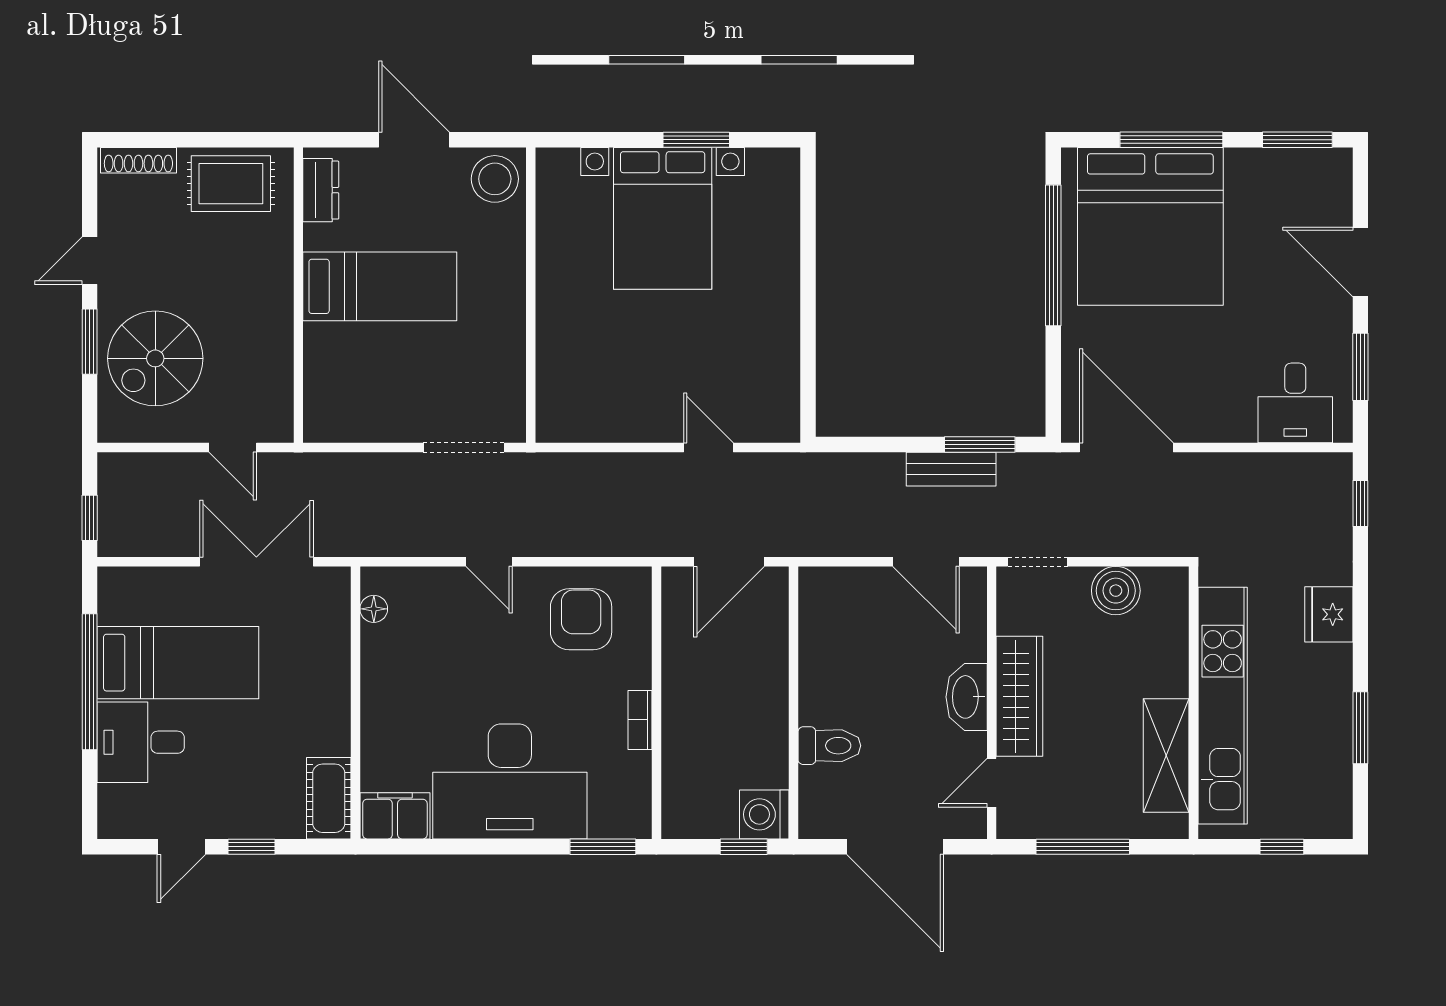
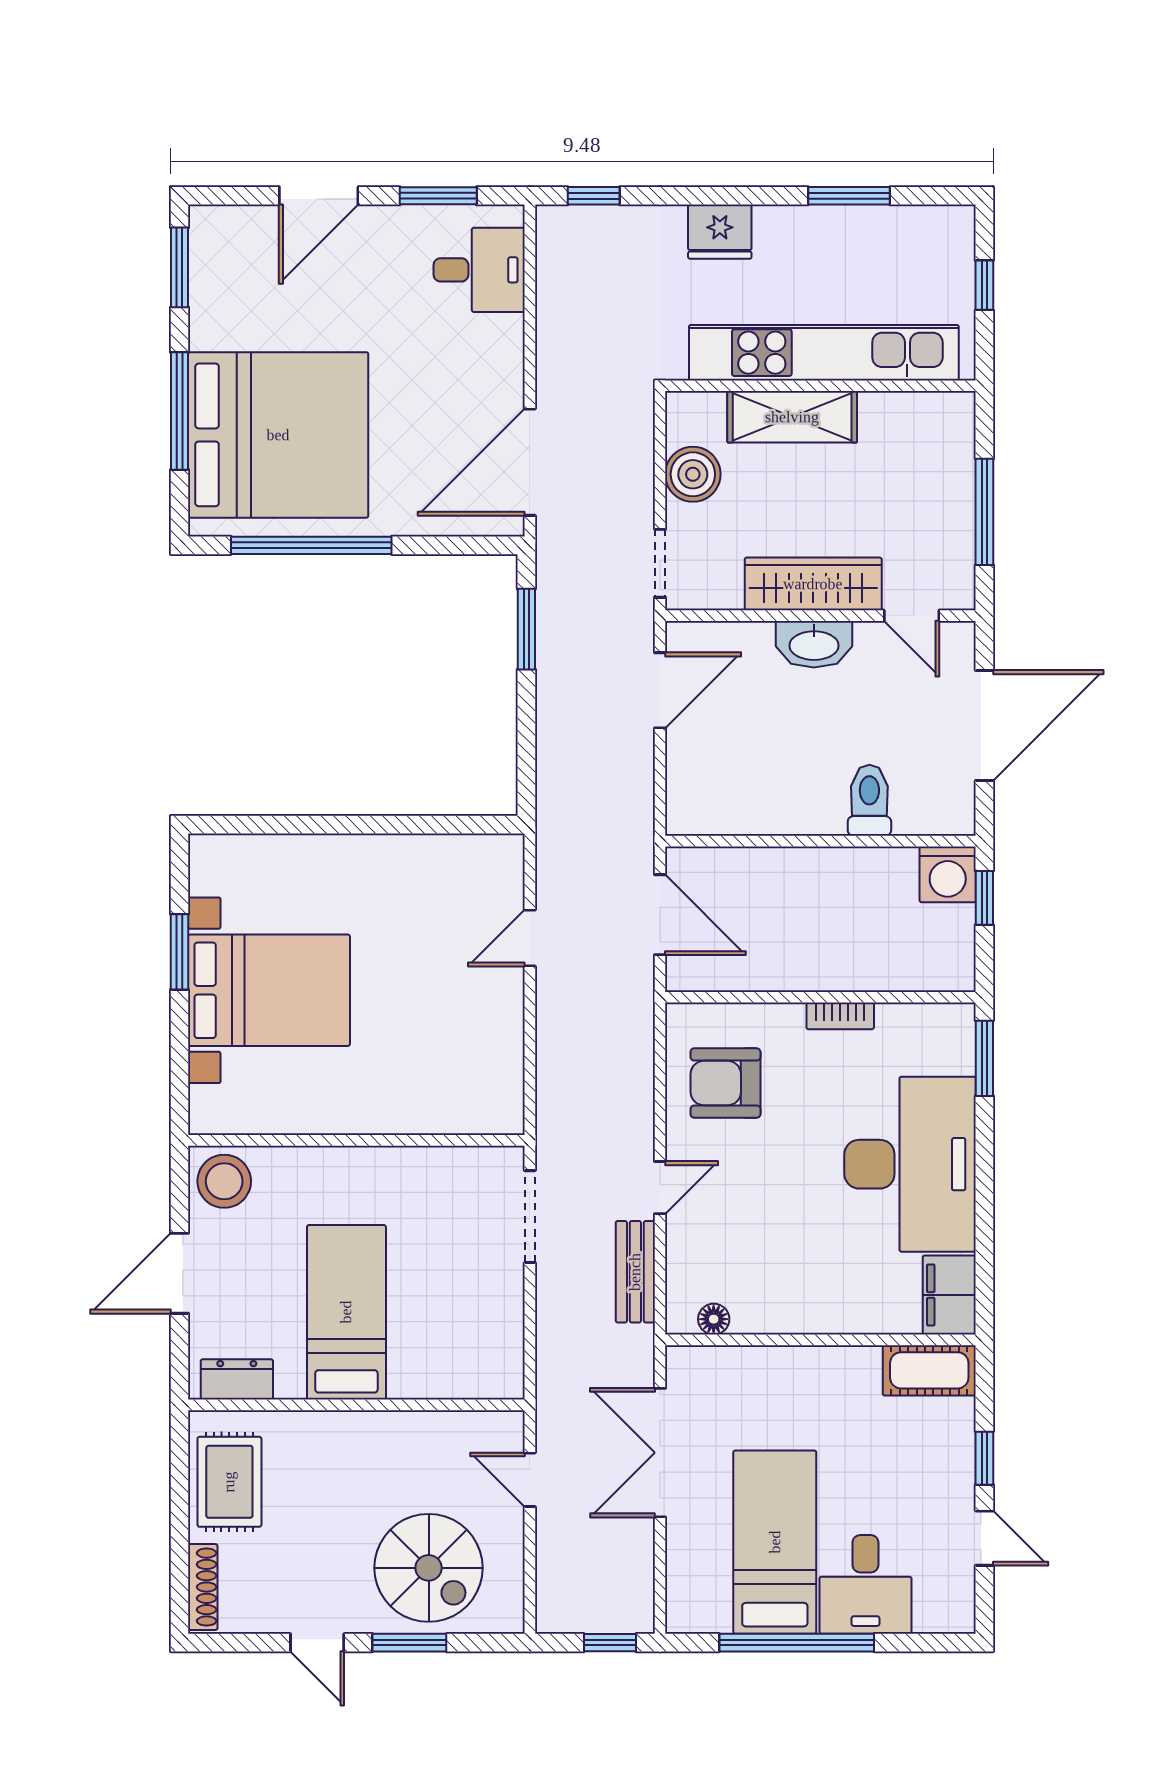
door: (233, 447) -> (530, 1480), swing flipped
bench: (951, 469) -> (635, 1272), moved
shelving: (1166, 756) -> (792, 417), moved

